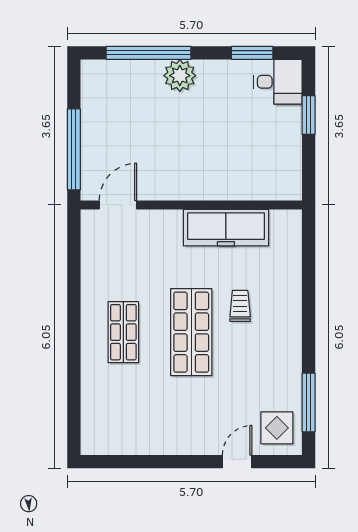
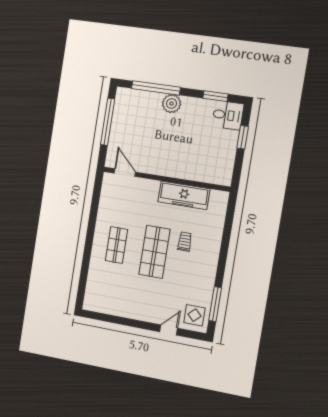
window: (74, 149) -> (108, 122), moved
door: (118, 205) -> (125, 173), hinge flipped

